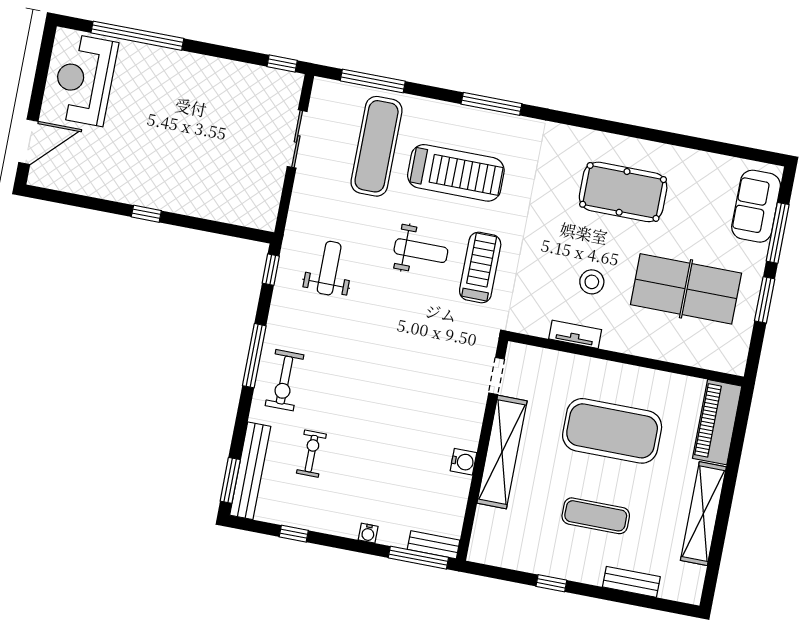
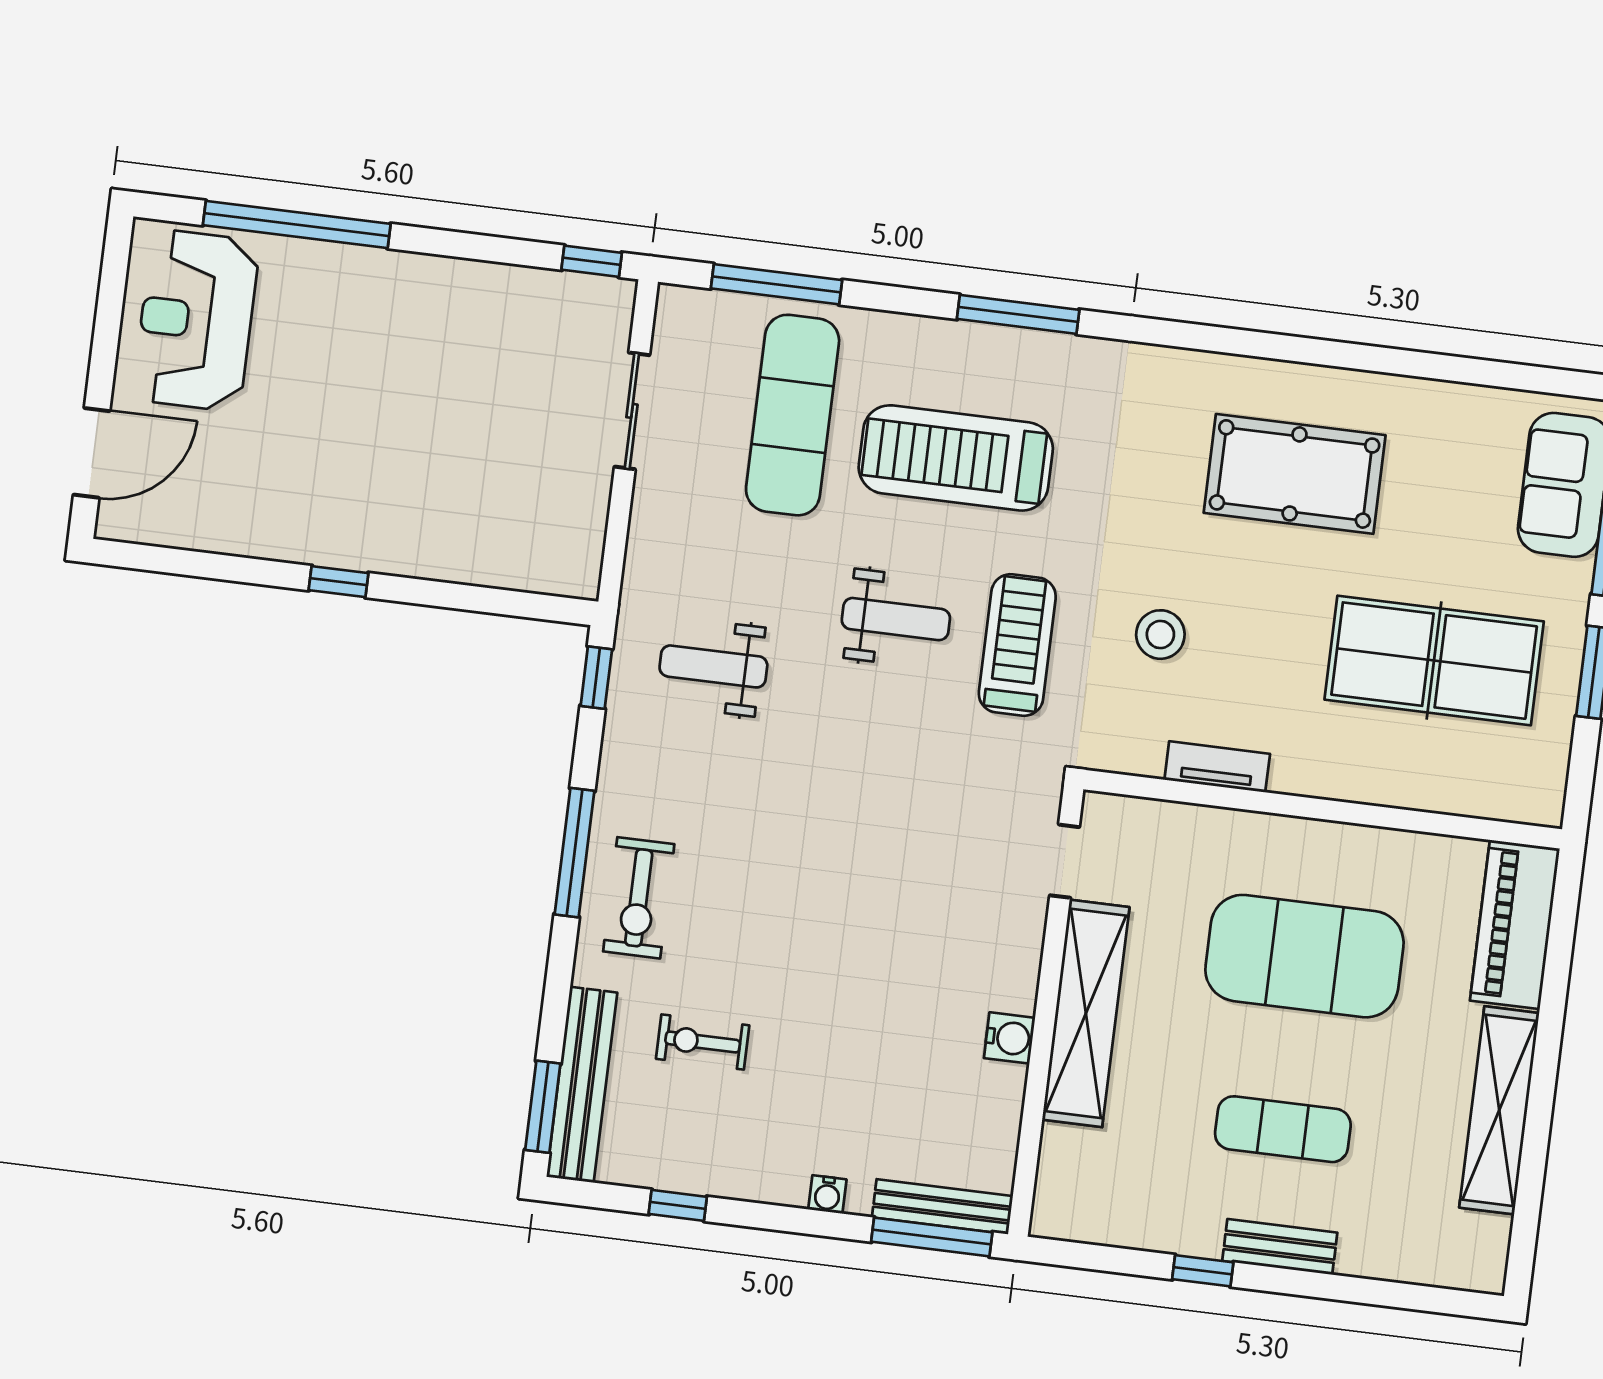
treadmill: (456, 173) -> (956, 458), turned 180
weight bench: (329, 268) -> (713, 666), turned -90
stool: (592, 282) -> (1160, 635), moved
exercise bike: (311, 454) -> (703, 1042), turned -90
bench: (434, 545) -> (942, 1207), width x1.36
bench: (631, 582) -> (1280, 1247), moved

